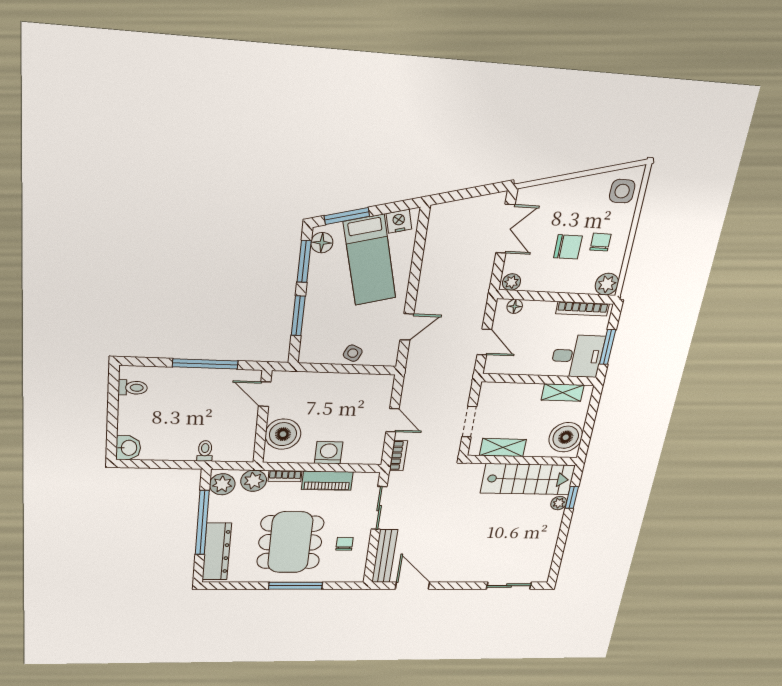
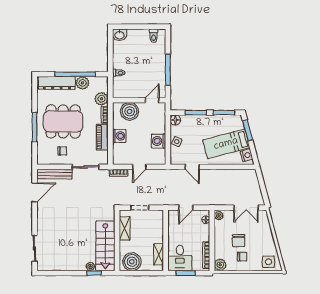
floor lamp: (322, 243) -> (175, 120), moved
washing machine: (347, 386) -> (159, 141), added
plant: (222, 484) -> (83, 83), moved

